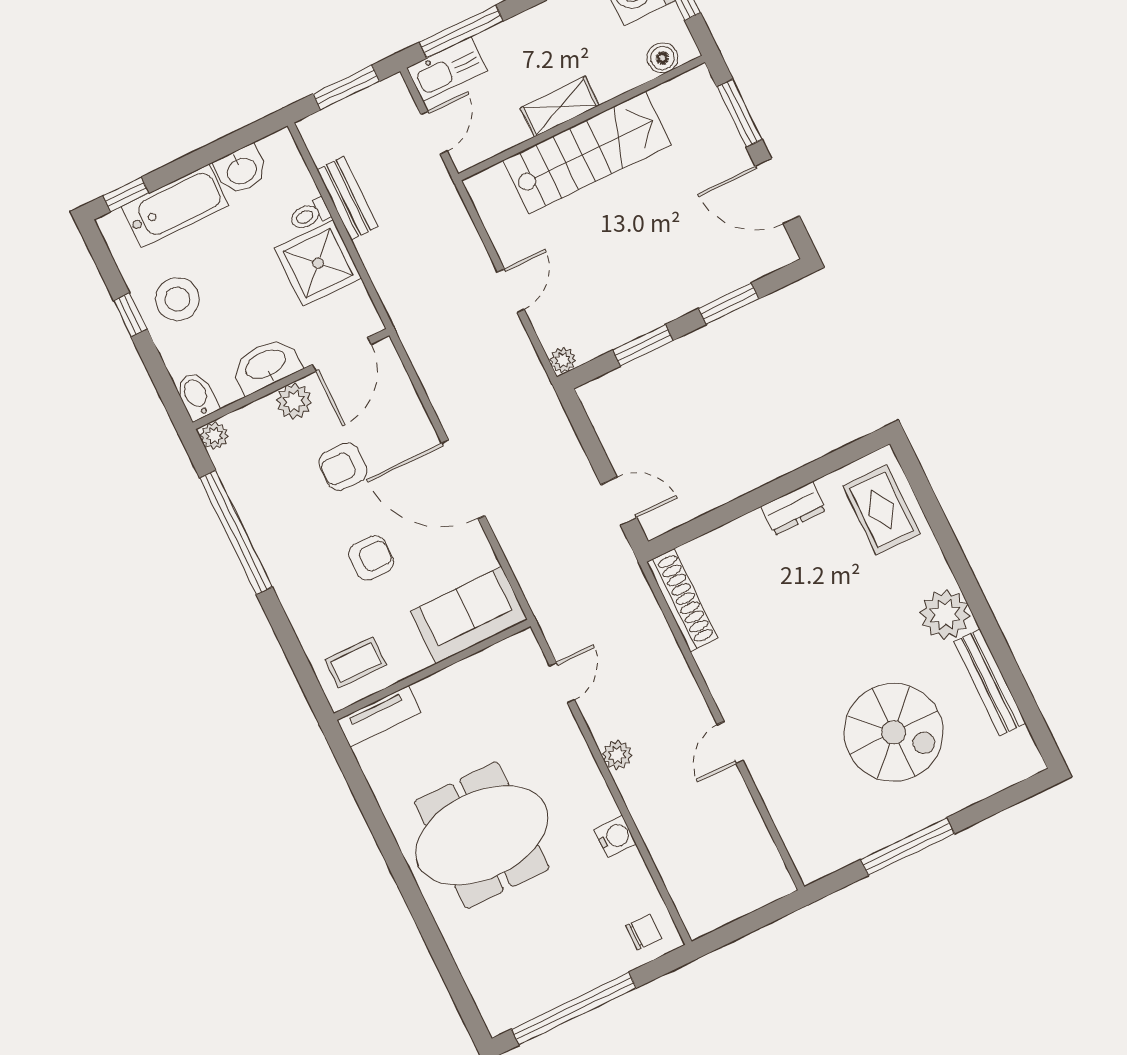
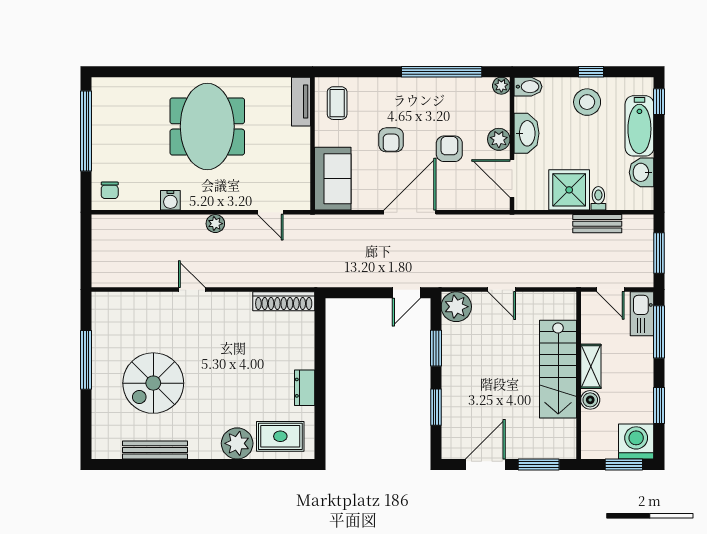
boiler: (662, 58) -> (590, 400), moved
plant: (563, 360) -> (456, 307), width x1.88, depth x1.88
door: (619, 501) -> (406, 293), moved
plant: (945, 614) -> (237, 443), moved

